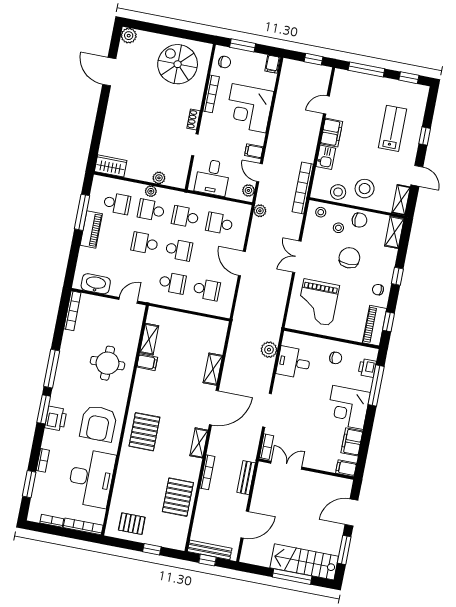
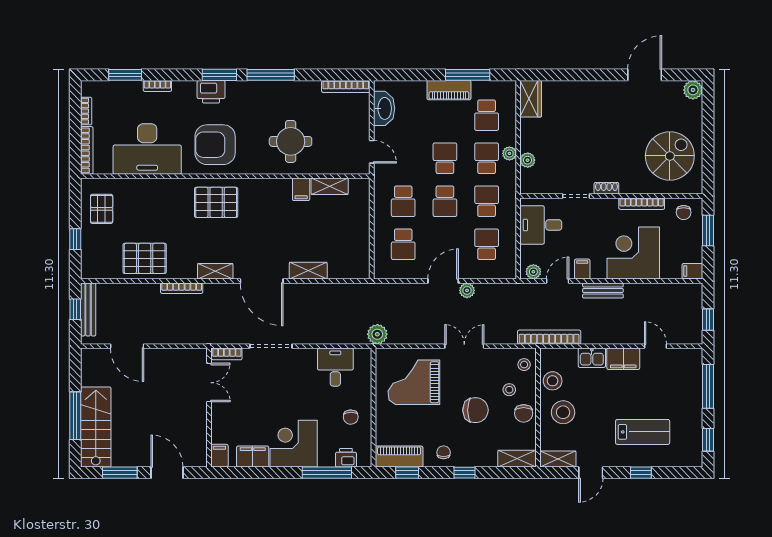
plant: (260, 211) -> (467, 290), moved
plant: (269, 350) -> (377, 334), moved
bench: (246, 478) -> (603, 291), moved

